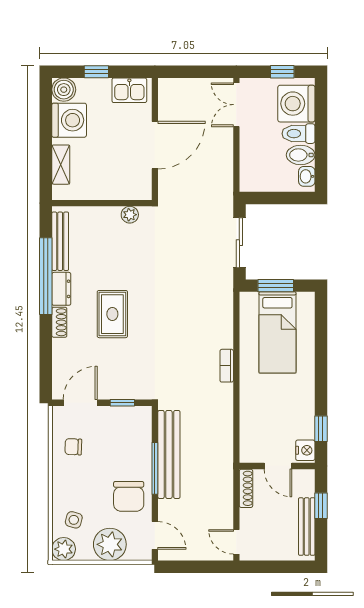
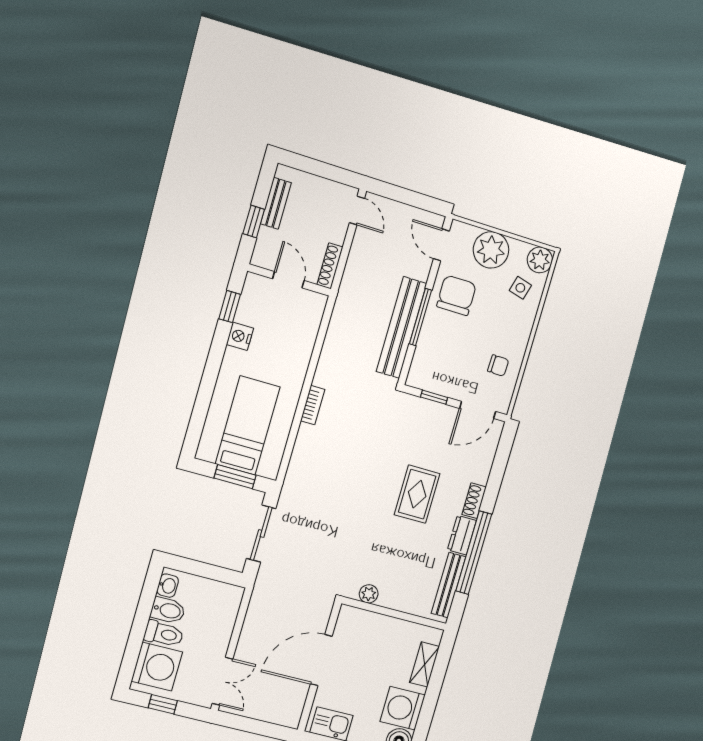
nightstand: (305, 450) -> (240, 336), moved
bench: (307, 527) -> (276, 203), width x0.73

